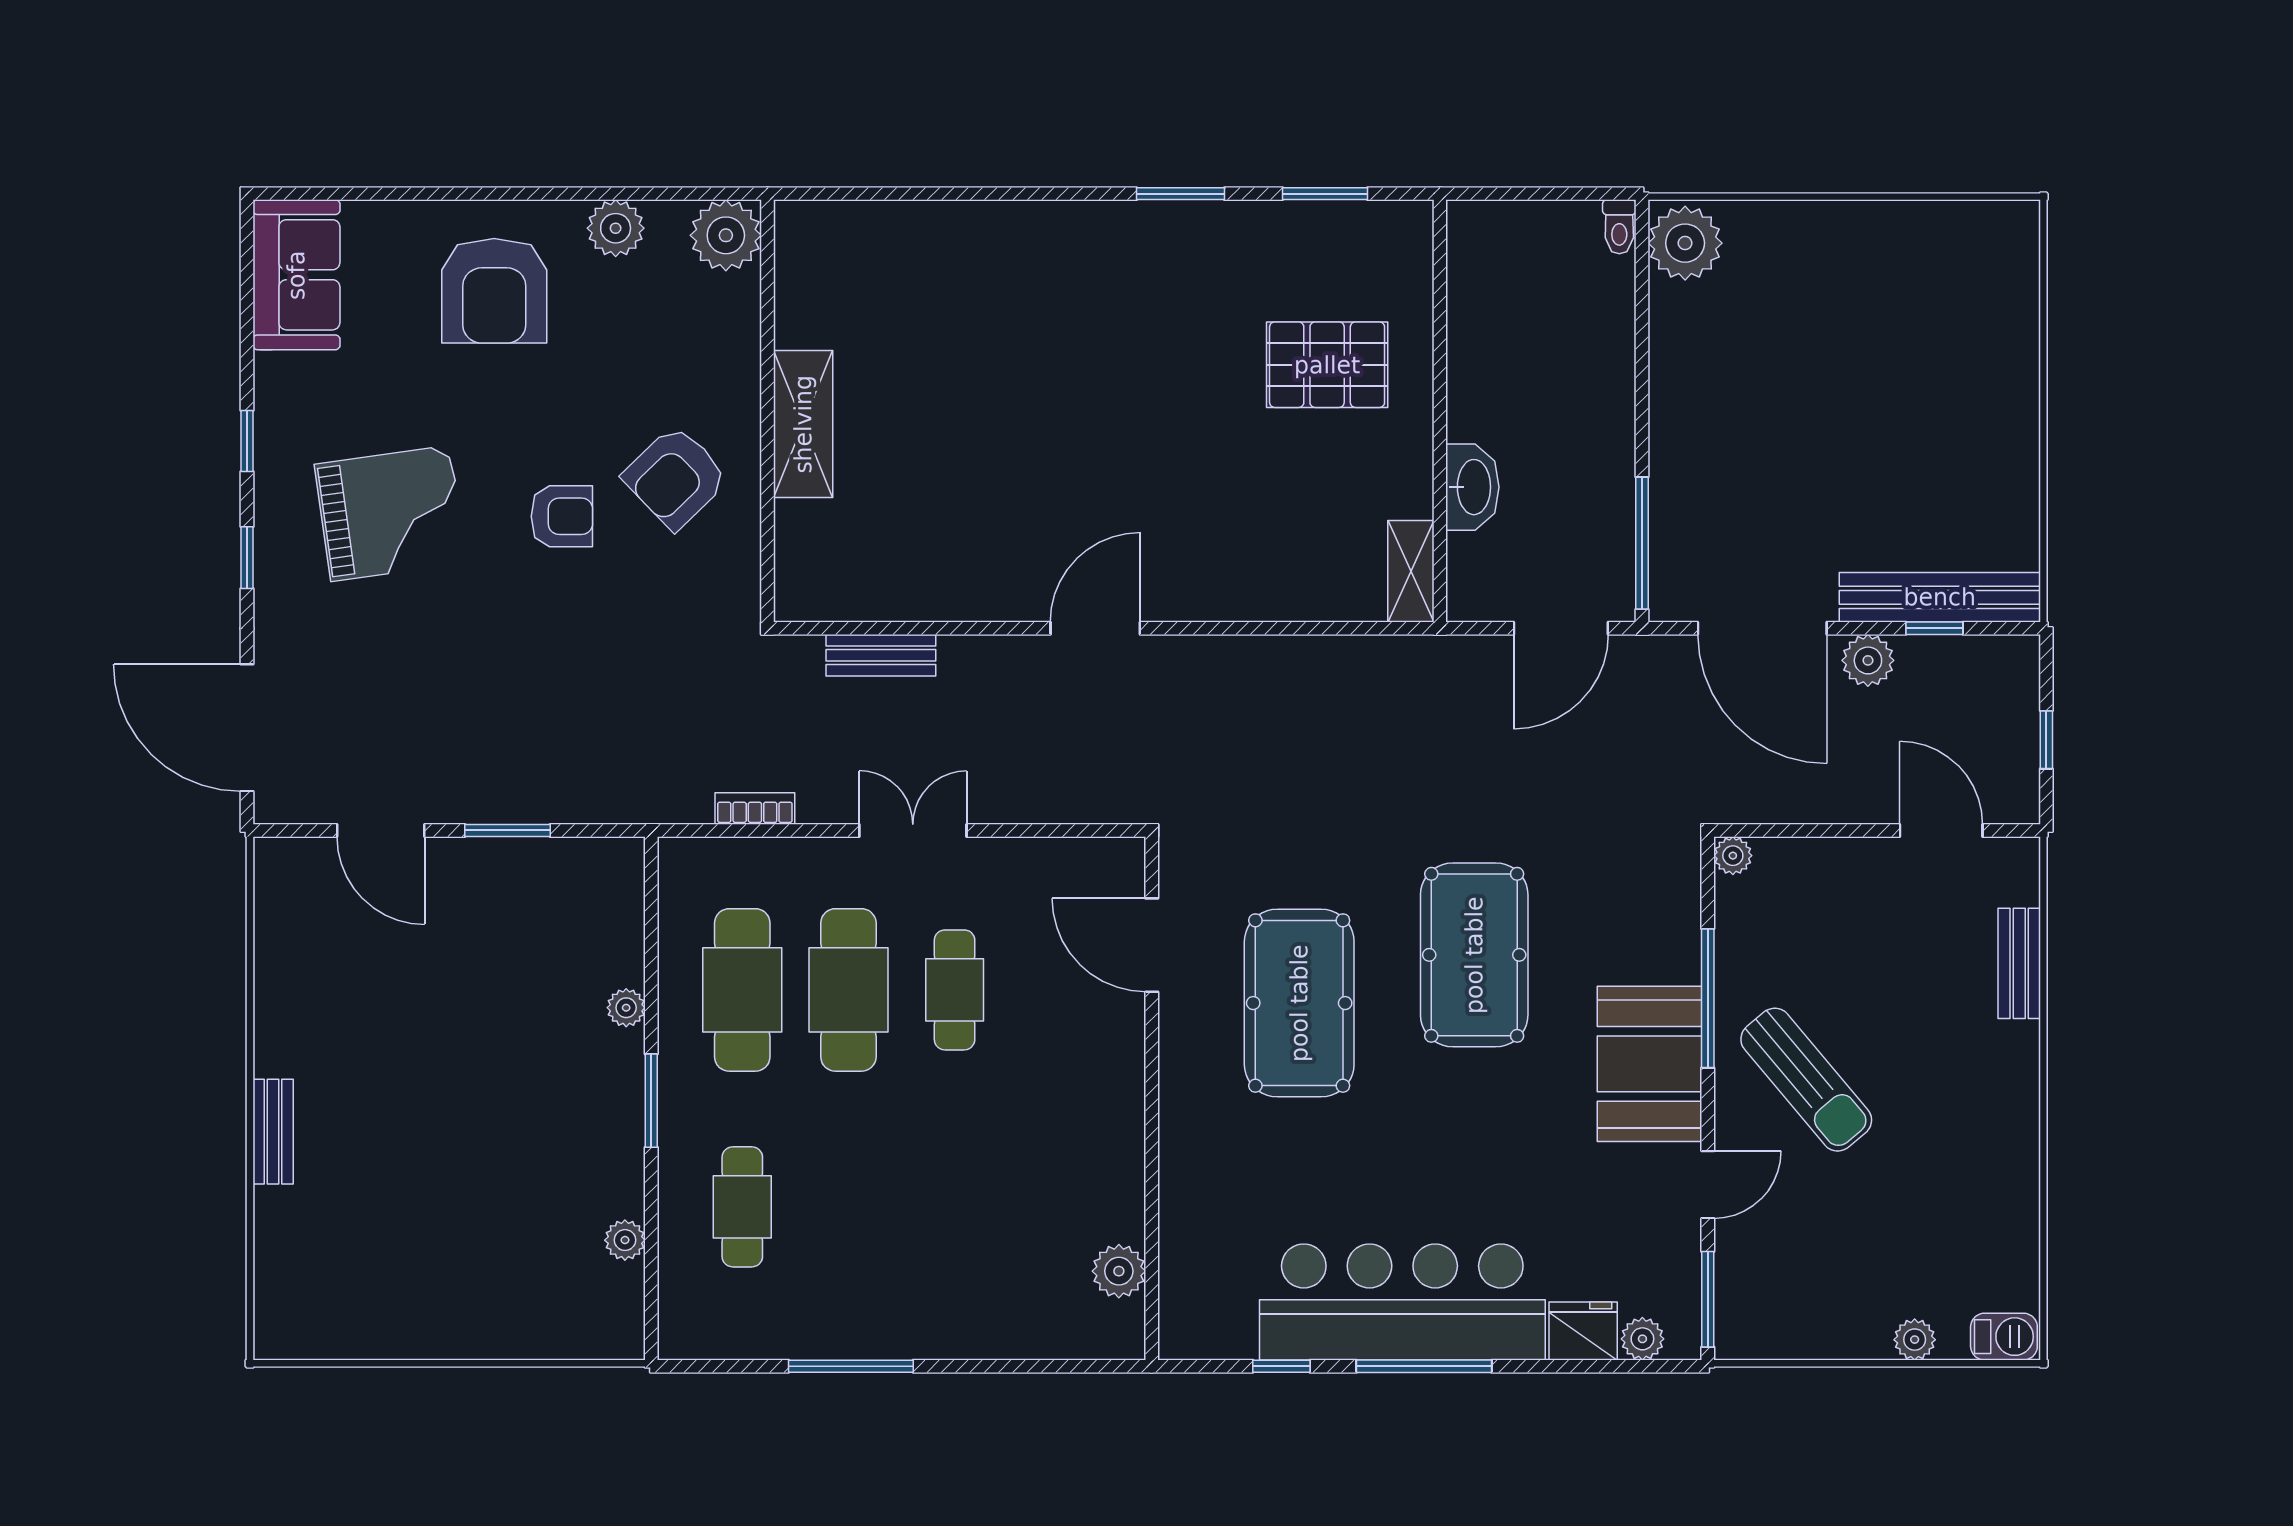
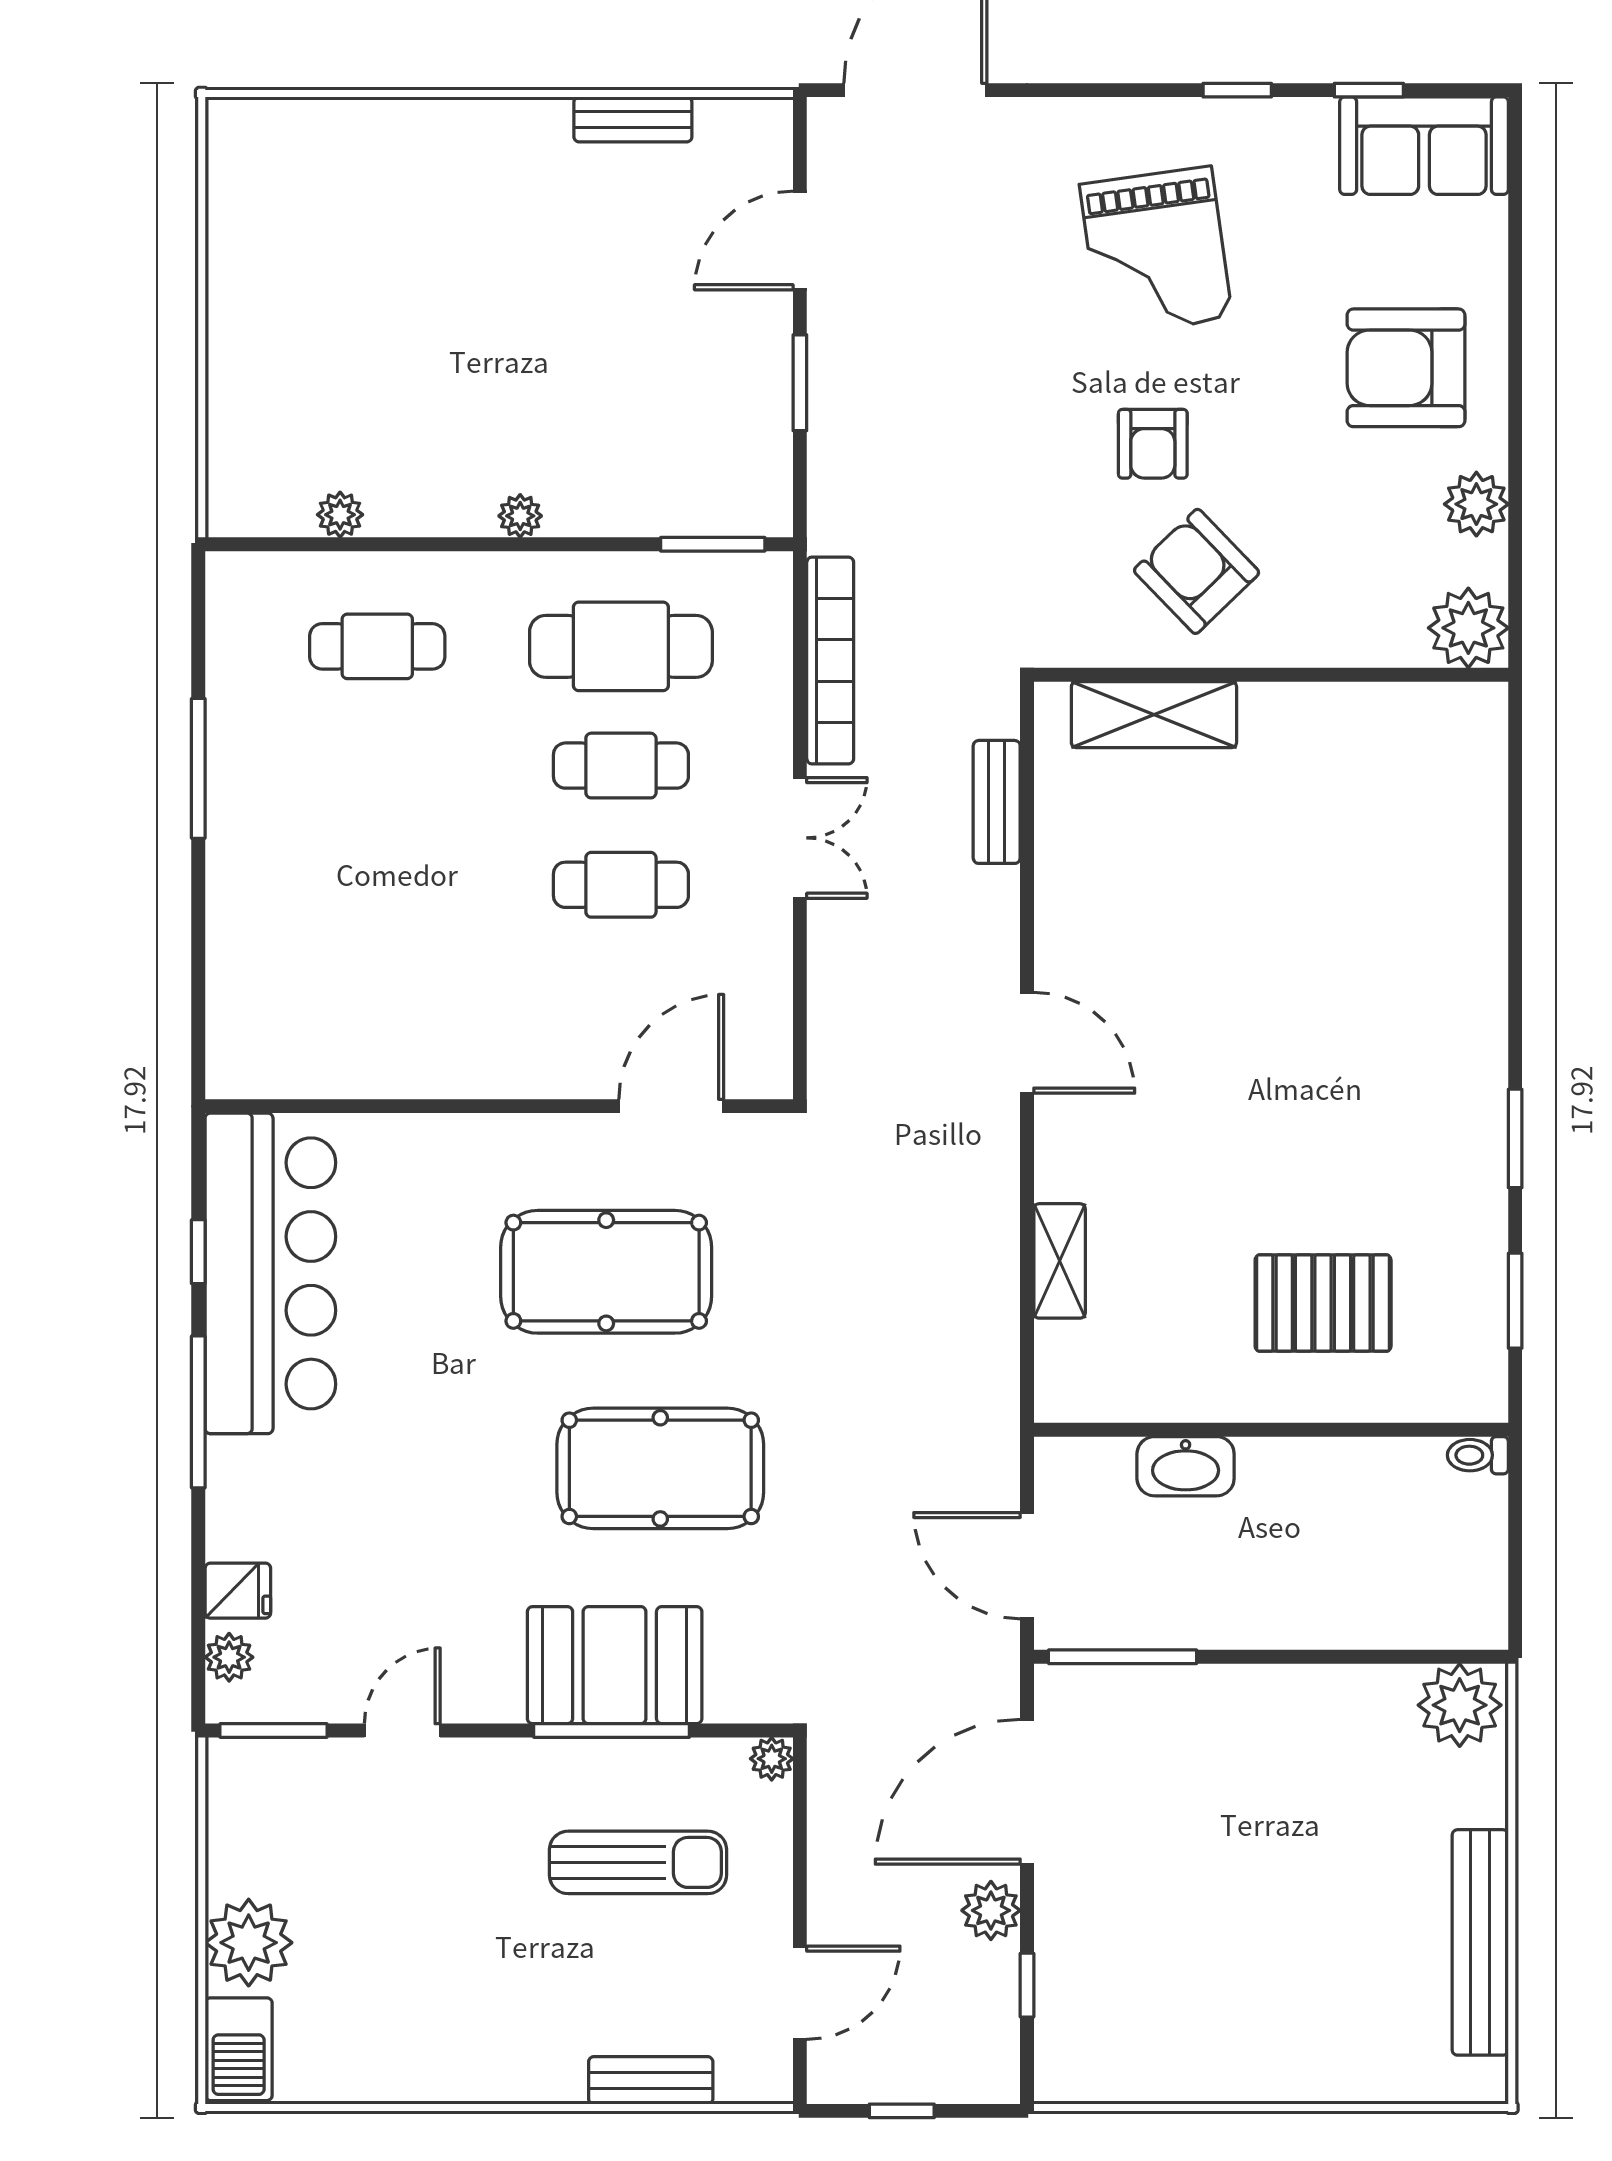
toilet: (1619, 227) -> (1478, 1455), moved
pallet: (1327, 365) -> (1323, 1303), turned 90
shelving: (803, 424) -> (1154, 715), moved
window: (247, 558) -> (1369, 90), moved
shelving: (1411, 571) -> (1060, 1261), moved, turned 90
bench: (1940, 597) -> (1480, 1942), moved
bookcase: (755, 809) -> (830, 661), width x2.31, depth x1.31
cafe table: (848, 990) -> (621, 766), width x0.73, depth x0.74
plant: (626, 1008) -> (520, 516), moved
booth: (1649, 1064) -> (615, 1665), moved
sun lounger: (1806, 1080) -> (638, 1862), moved, turned -140
window: (651, 1101) -> (713, 544), moved
bench: (273, 1132) -> (633, 119), moved
door: (1708, 1185) -> (402, 1731), swing flipped
plant: (1119, 1271) -> (305, 1069), removed
bar counter: (1402, 1302) -> (270, 1273), moved
fridge: (1583, 1331) -> (238, 1591), width x0.72
barbecue: (2004, 1337) -> (239, 2049), width x1.38, depth x1.27
plant: (1915, 1340) -> (249, 1943), width x1.88, depth x1.88

